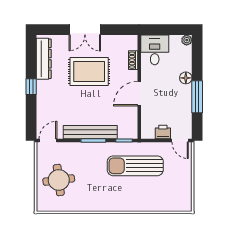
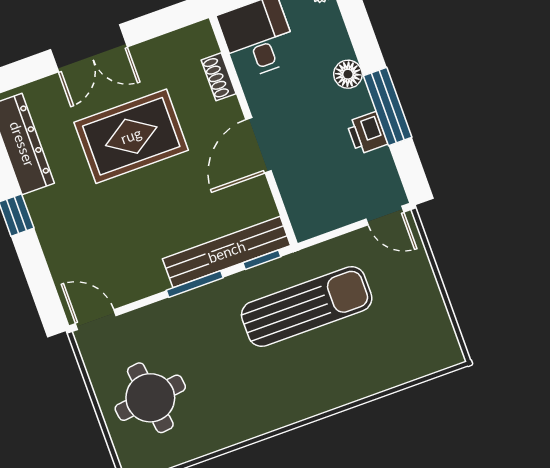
bench: (90, 132) -> (227, 252), moved
printer: (163, 132) -> (367, 133), moved, turned -90
door: (48, 140) -> (96, 320), hinge flipped
sun lounger: (135, 166) -> (307, 306), turned 180

